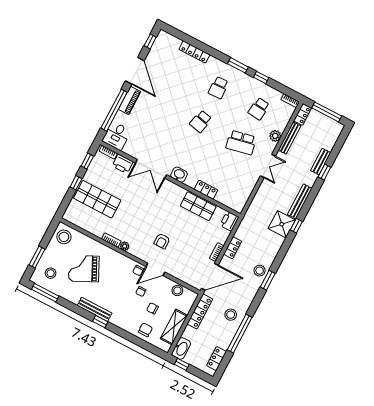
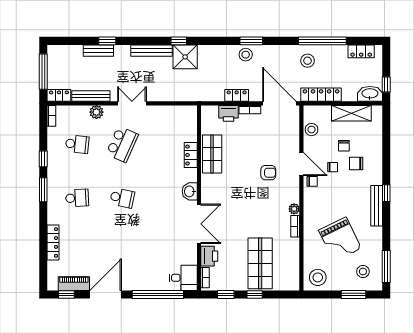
piano: (130, 100) -> (74, 284), moved
school desk: (241, 143) -> (122, 144), turned 36
printer: (229, 221) -> (228, 113), moved
chair: (145, 330) -> (356, 163), moved

